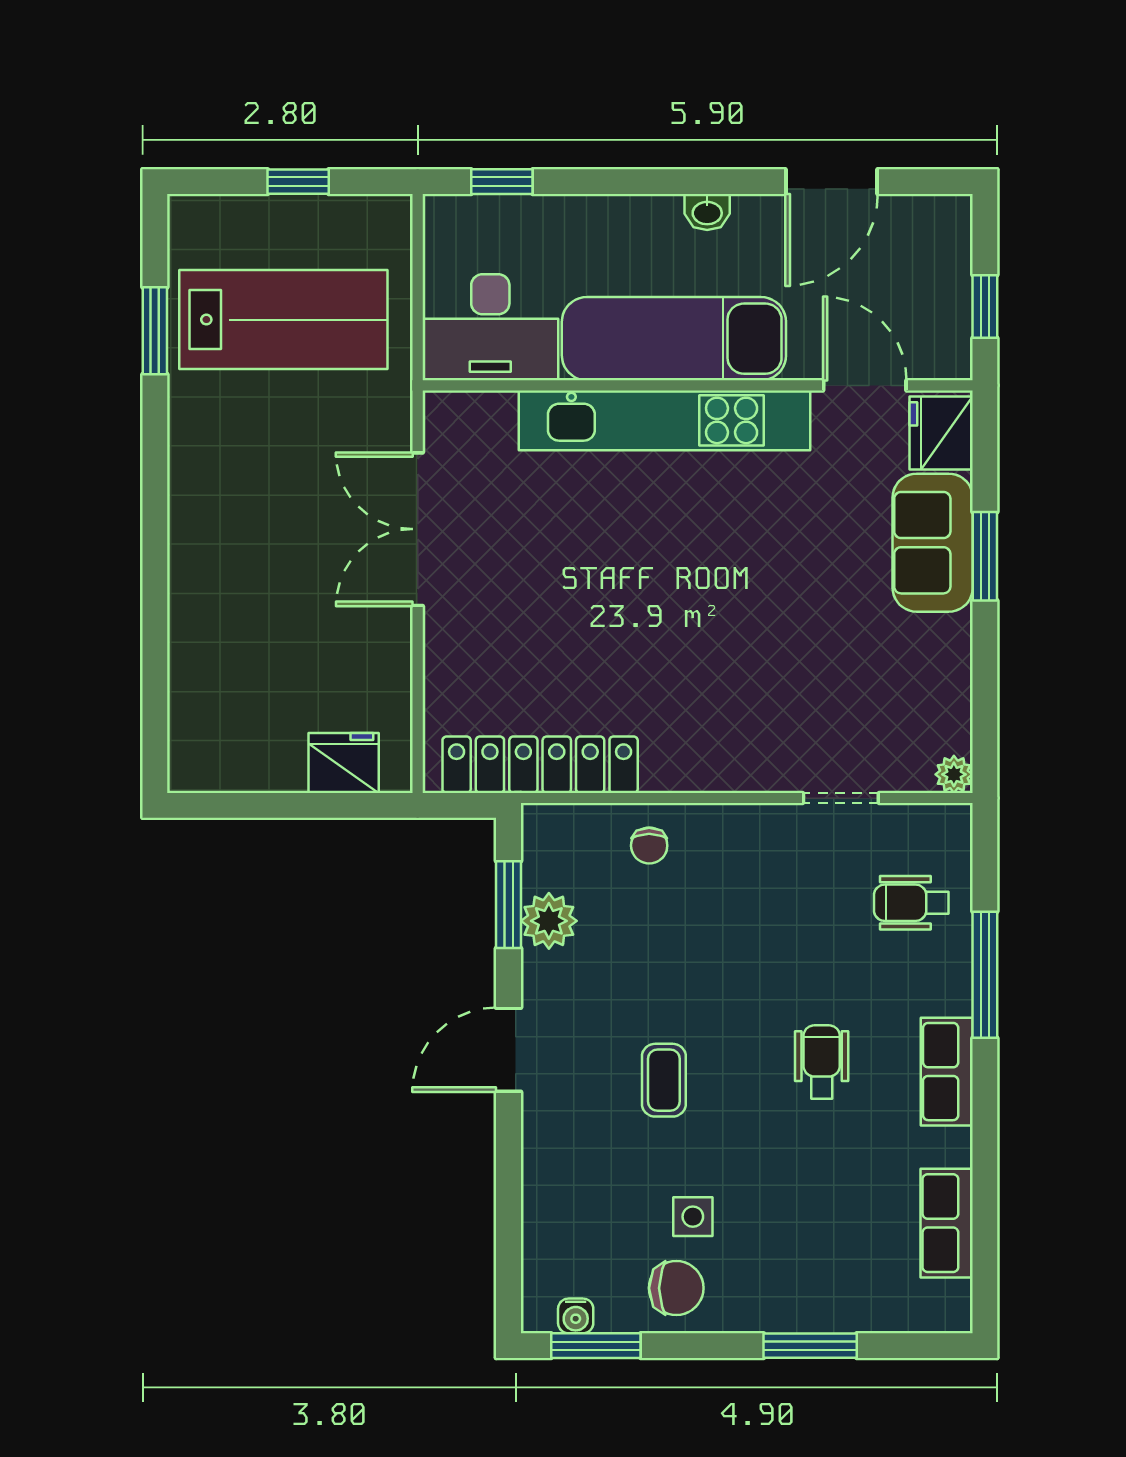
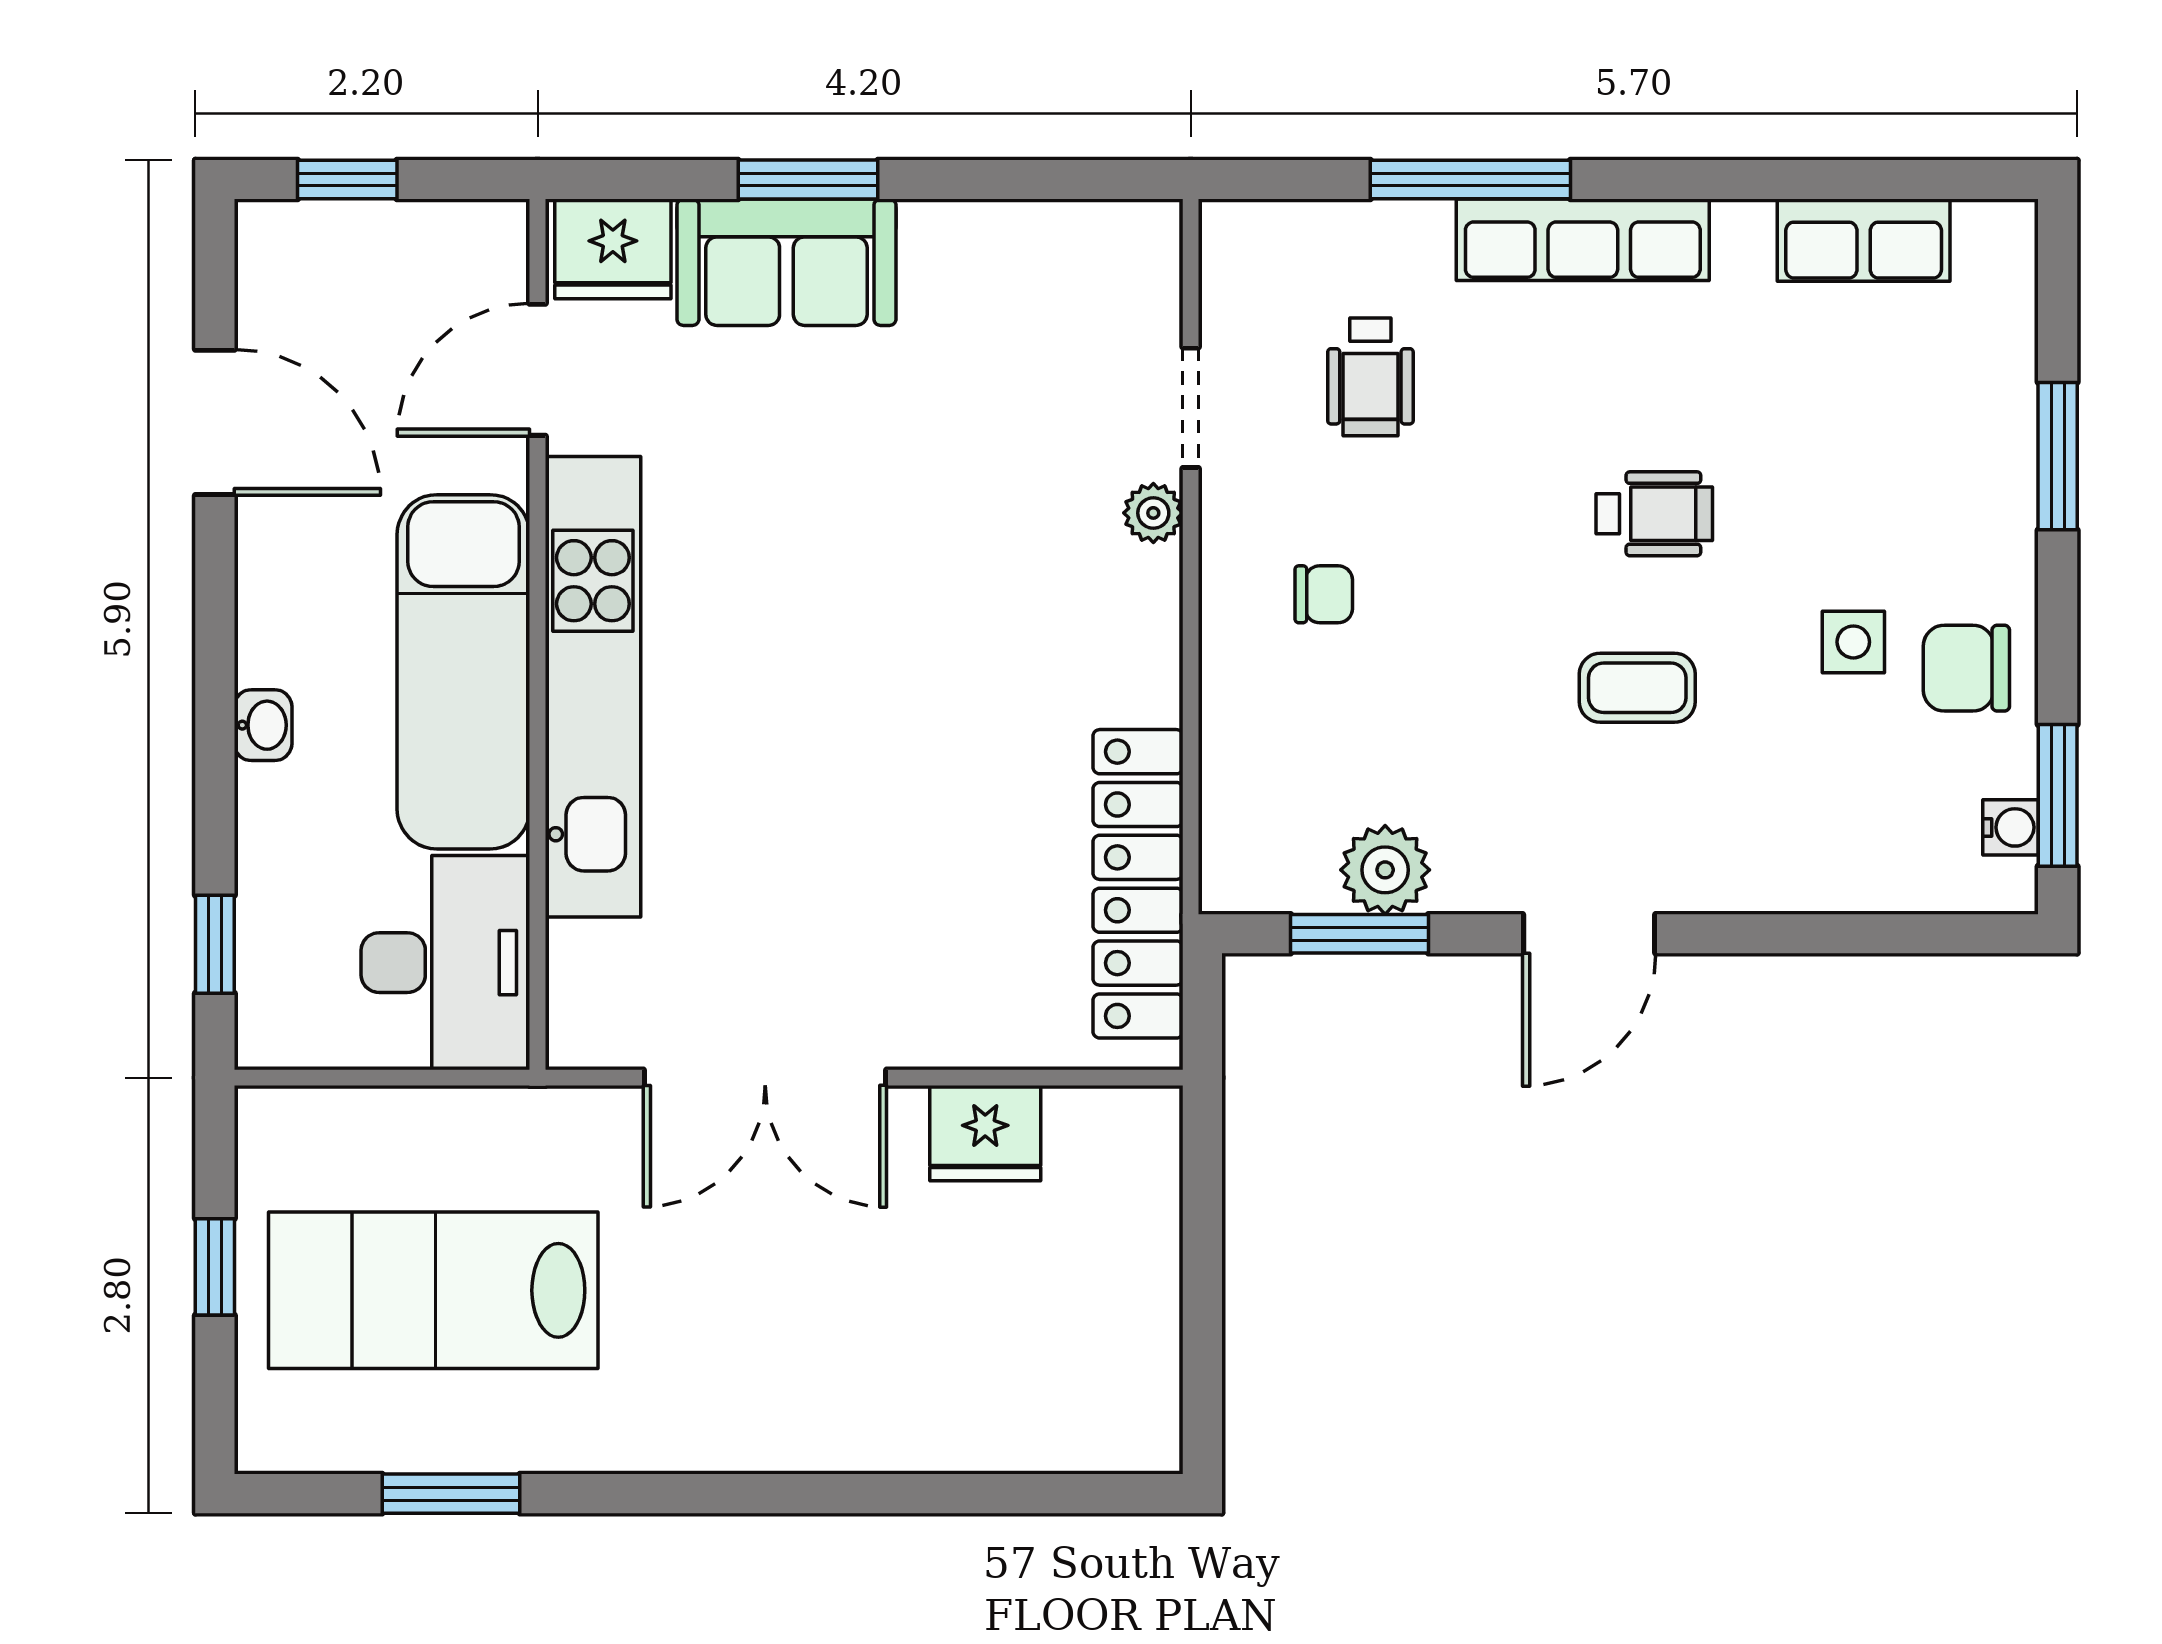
washbasin: (707, 212) -> (263, 725), moved
window: (985, 306) -> (347, 180), moved
lab bench: (283, 320) -> (433, 1290), turned -90
fridge: (344, 763) -> (985, 1133), moved, turned -90
plant: (954, 774) -> (1153, 513), moved
chair: (649, 846) -> (1324, 594), moved
wheelchair: (911, 903) -> (1370, 377), moved
door: (508, 1050) -> (1589, 934), hinge flipped
wheelchair: (822, 1062) -> (1654, 514), moved, turned 180
row of seats: (947, 1072) -> (1583, 240), width x1.48
chair: (676, 1288) -> (1966, 668), turned -90

